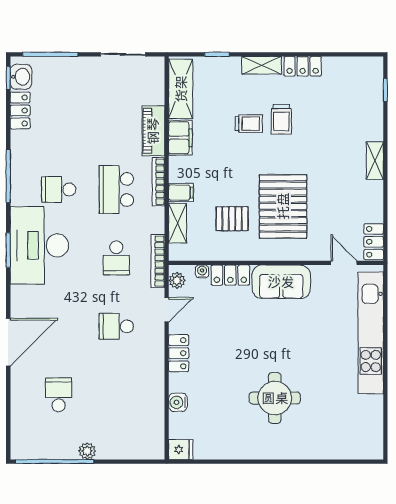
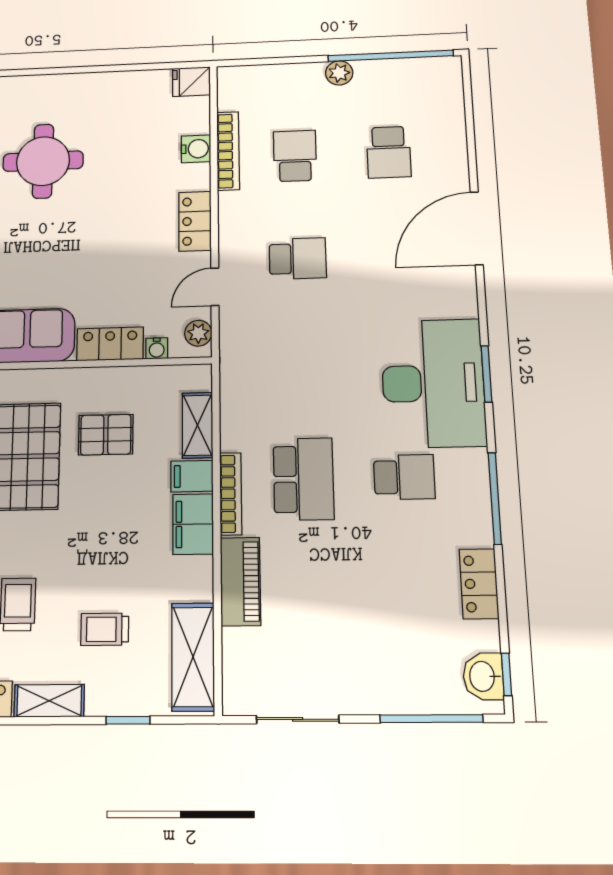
locker: (20, 111) -> (479, 584), moved
trolley: (249, 124) -> (105, 629), moved
filing cabinet: (180, 138) -> (193, 524), moved
school desk: (116, 258) -> (295, 156), moved
bookcase: (158, 261) -> (228, 151), moved

